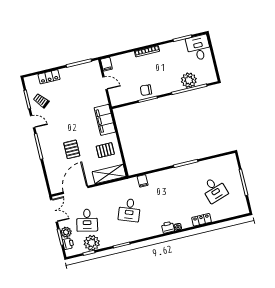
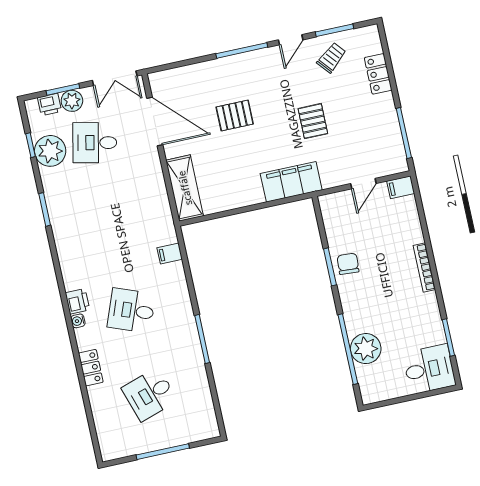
pallet: (105, 150) -> (313, 121), moved
desk: (129, 210) -> (131, 310), moved

